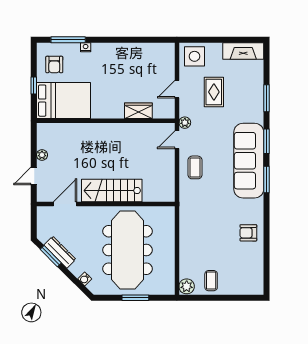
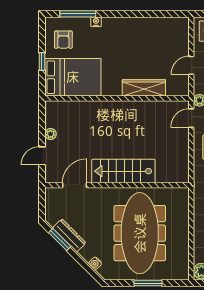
wardrobe: (138, 111) -> (144, 88), width x1.50

